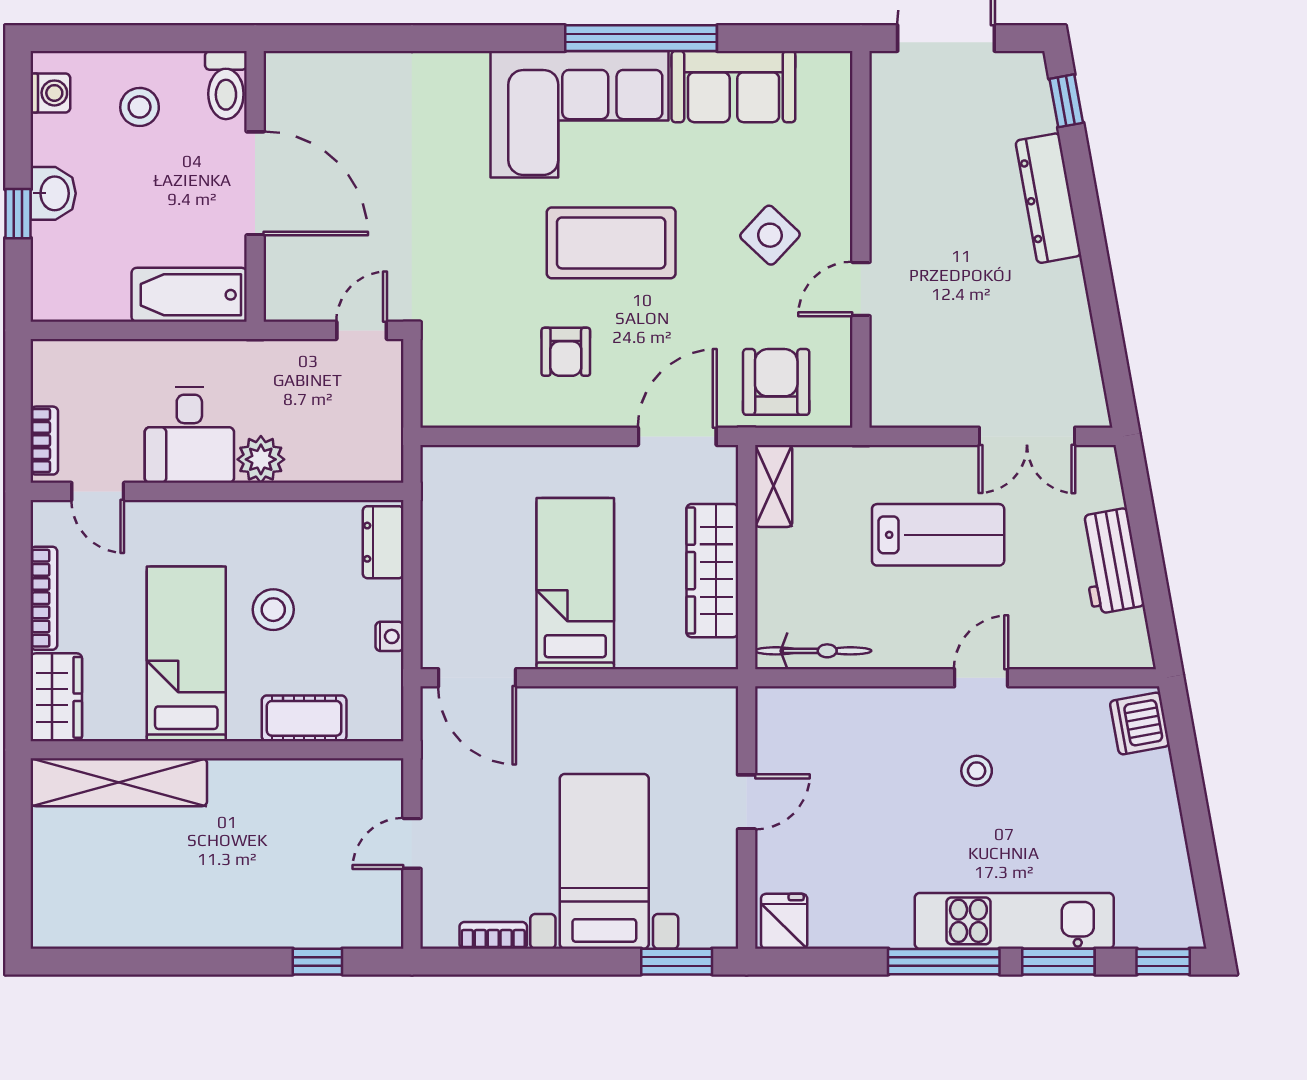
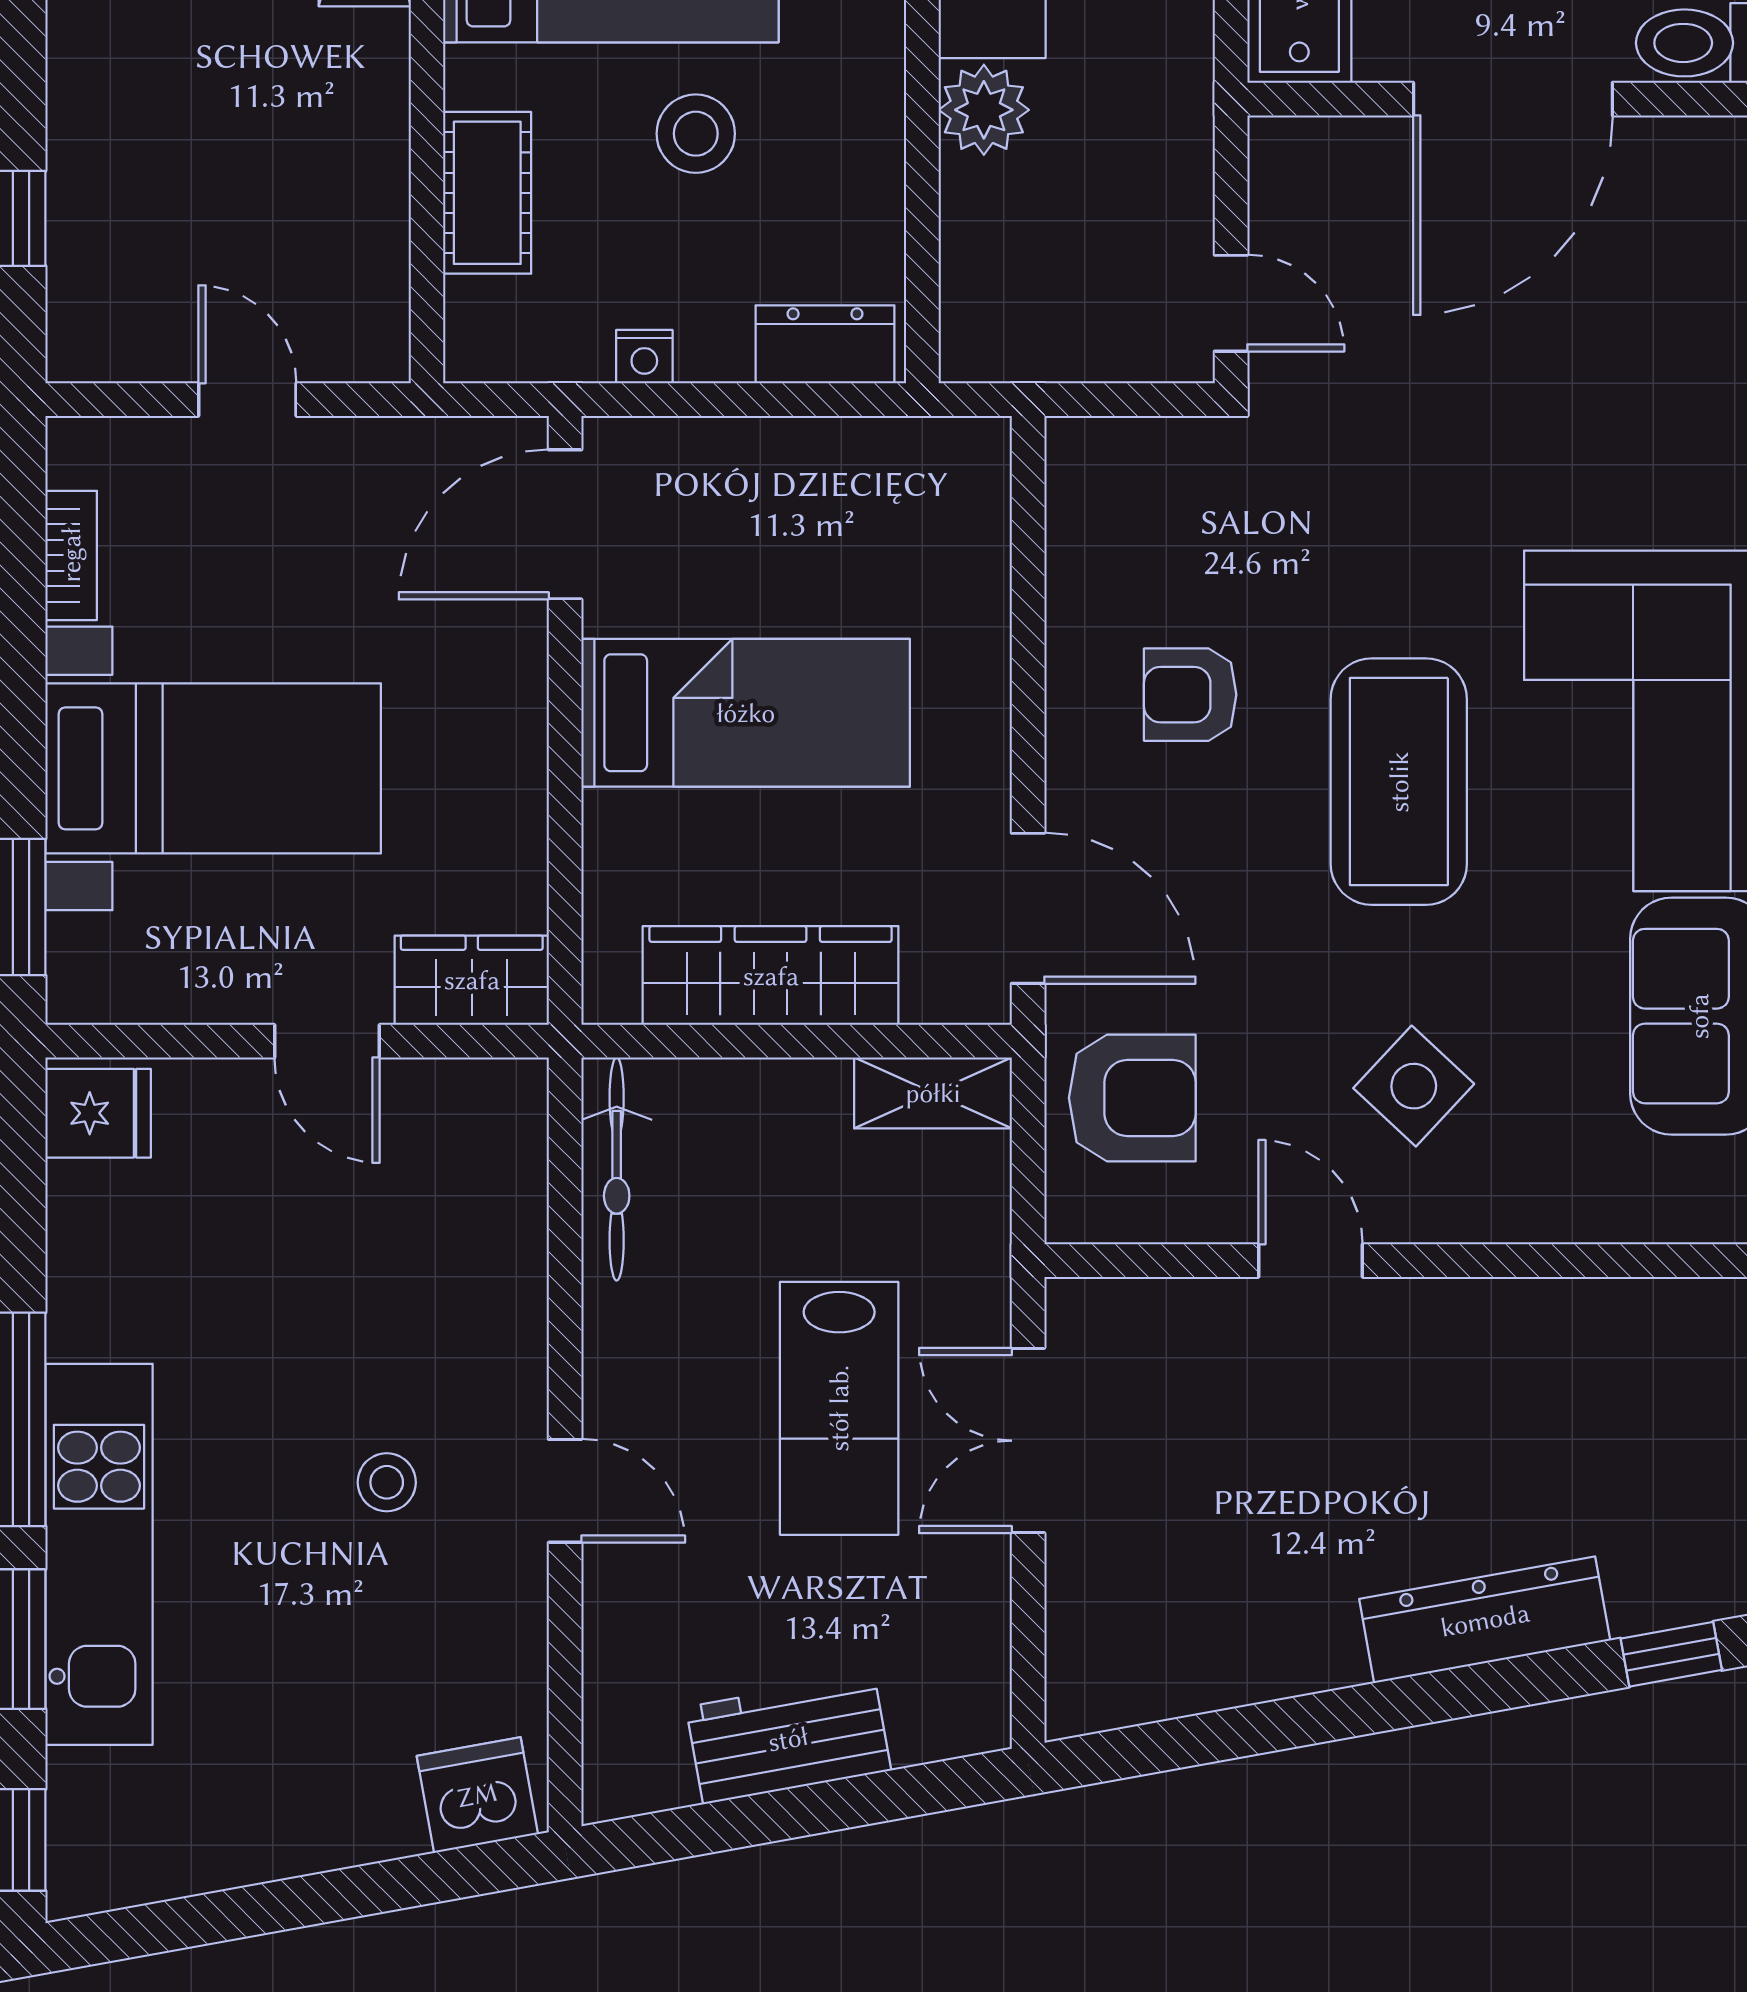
double door: (1027, 436) -> (1028, 1441), moved
wardrobe: (715, 726) -> (472, 980), added

